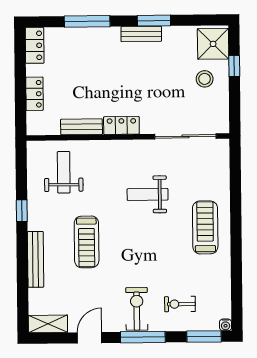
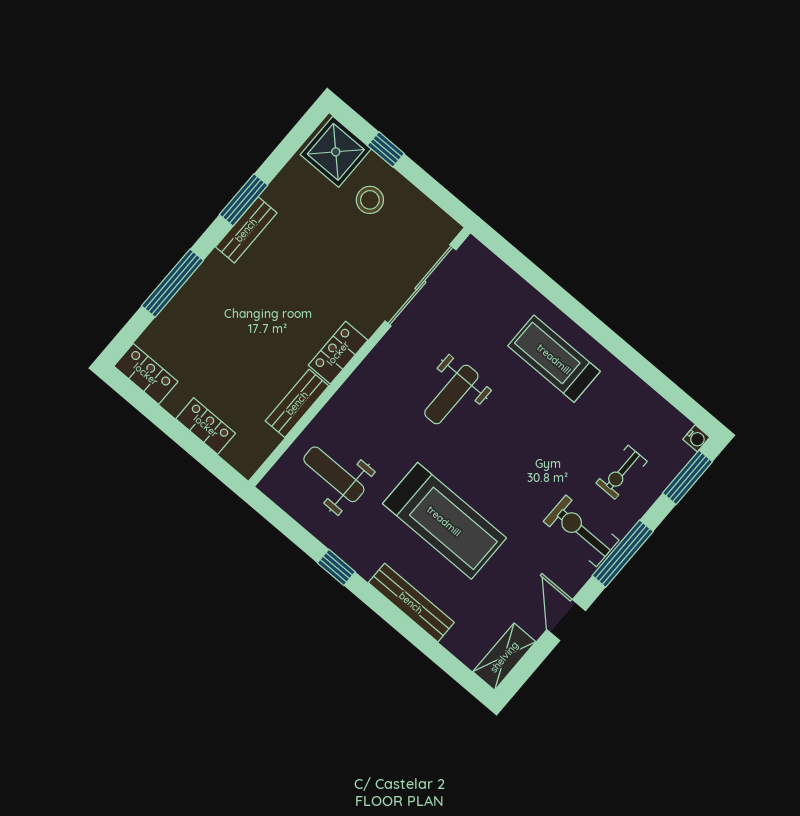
treadmill: (87, 242) -> (444, 521), width x1.37, depth x1.38

